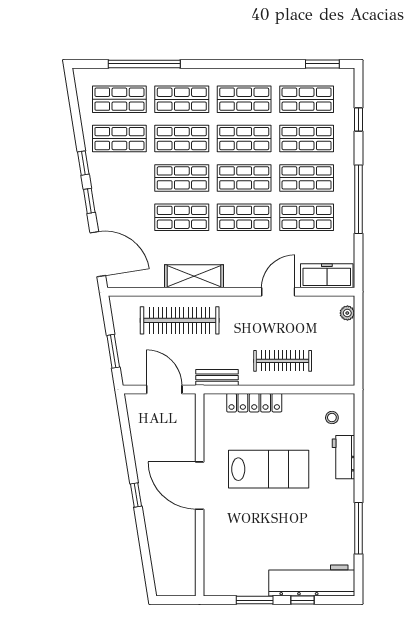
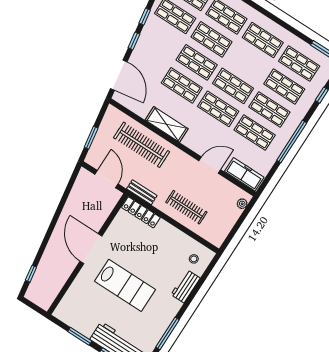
shop shelf: (244, 139) -> (248, 63), removed
locker: (254, 403) -> (141, 212), moved
lab bench: (269, 469) -> (125, 285), moved
window: (136, 495) -> (31, 274), moved

